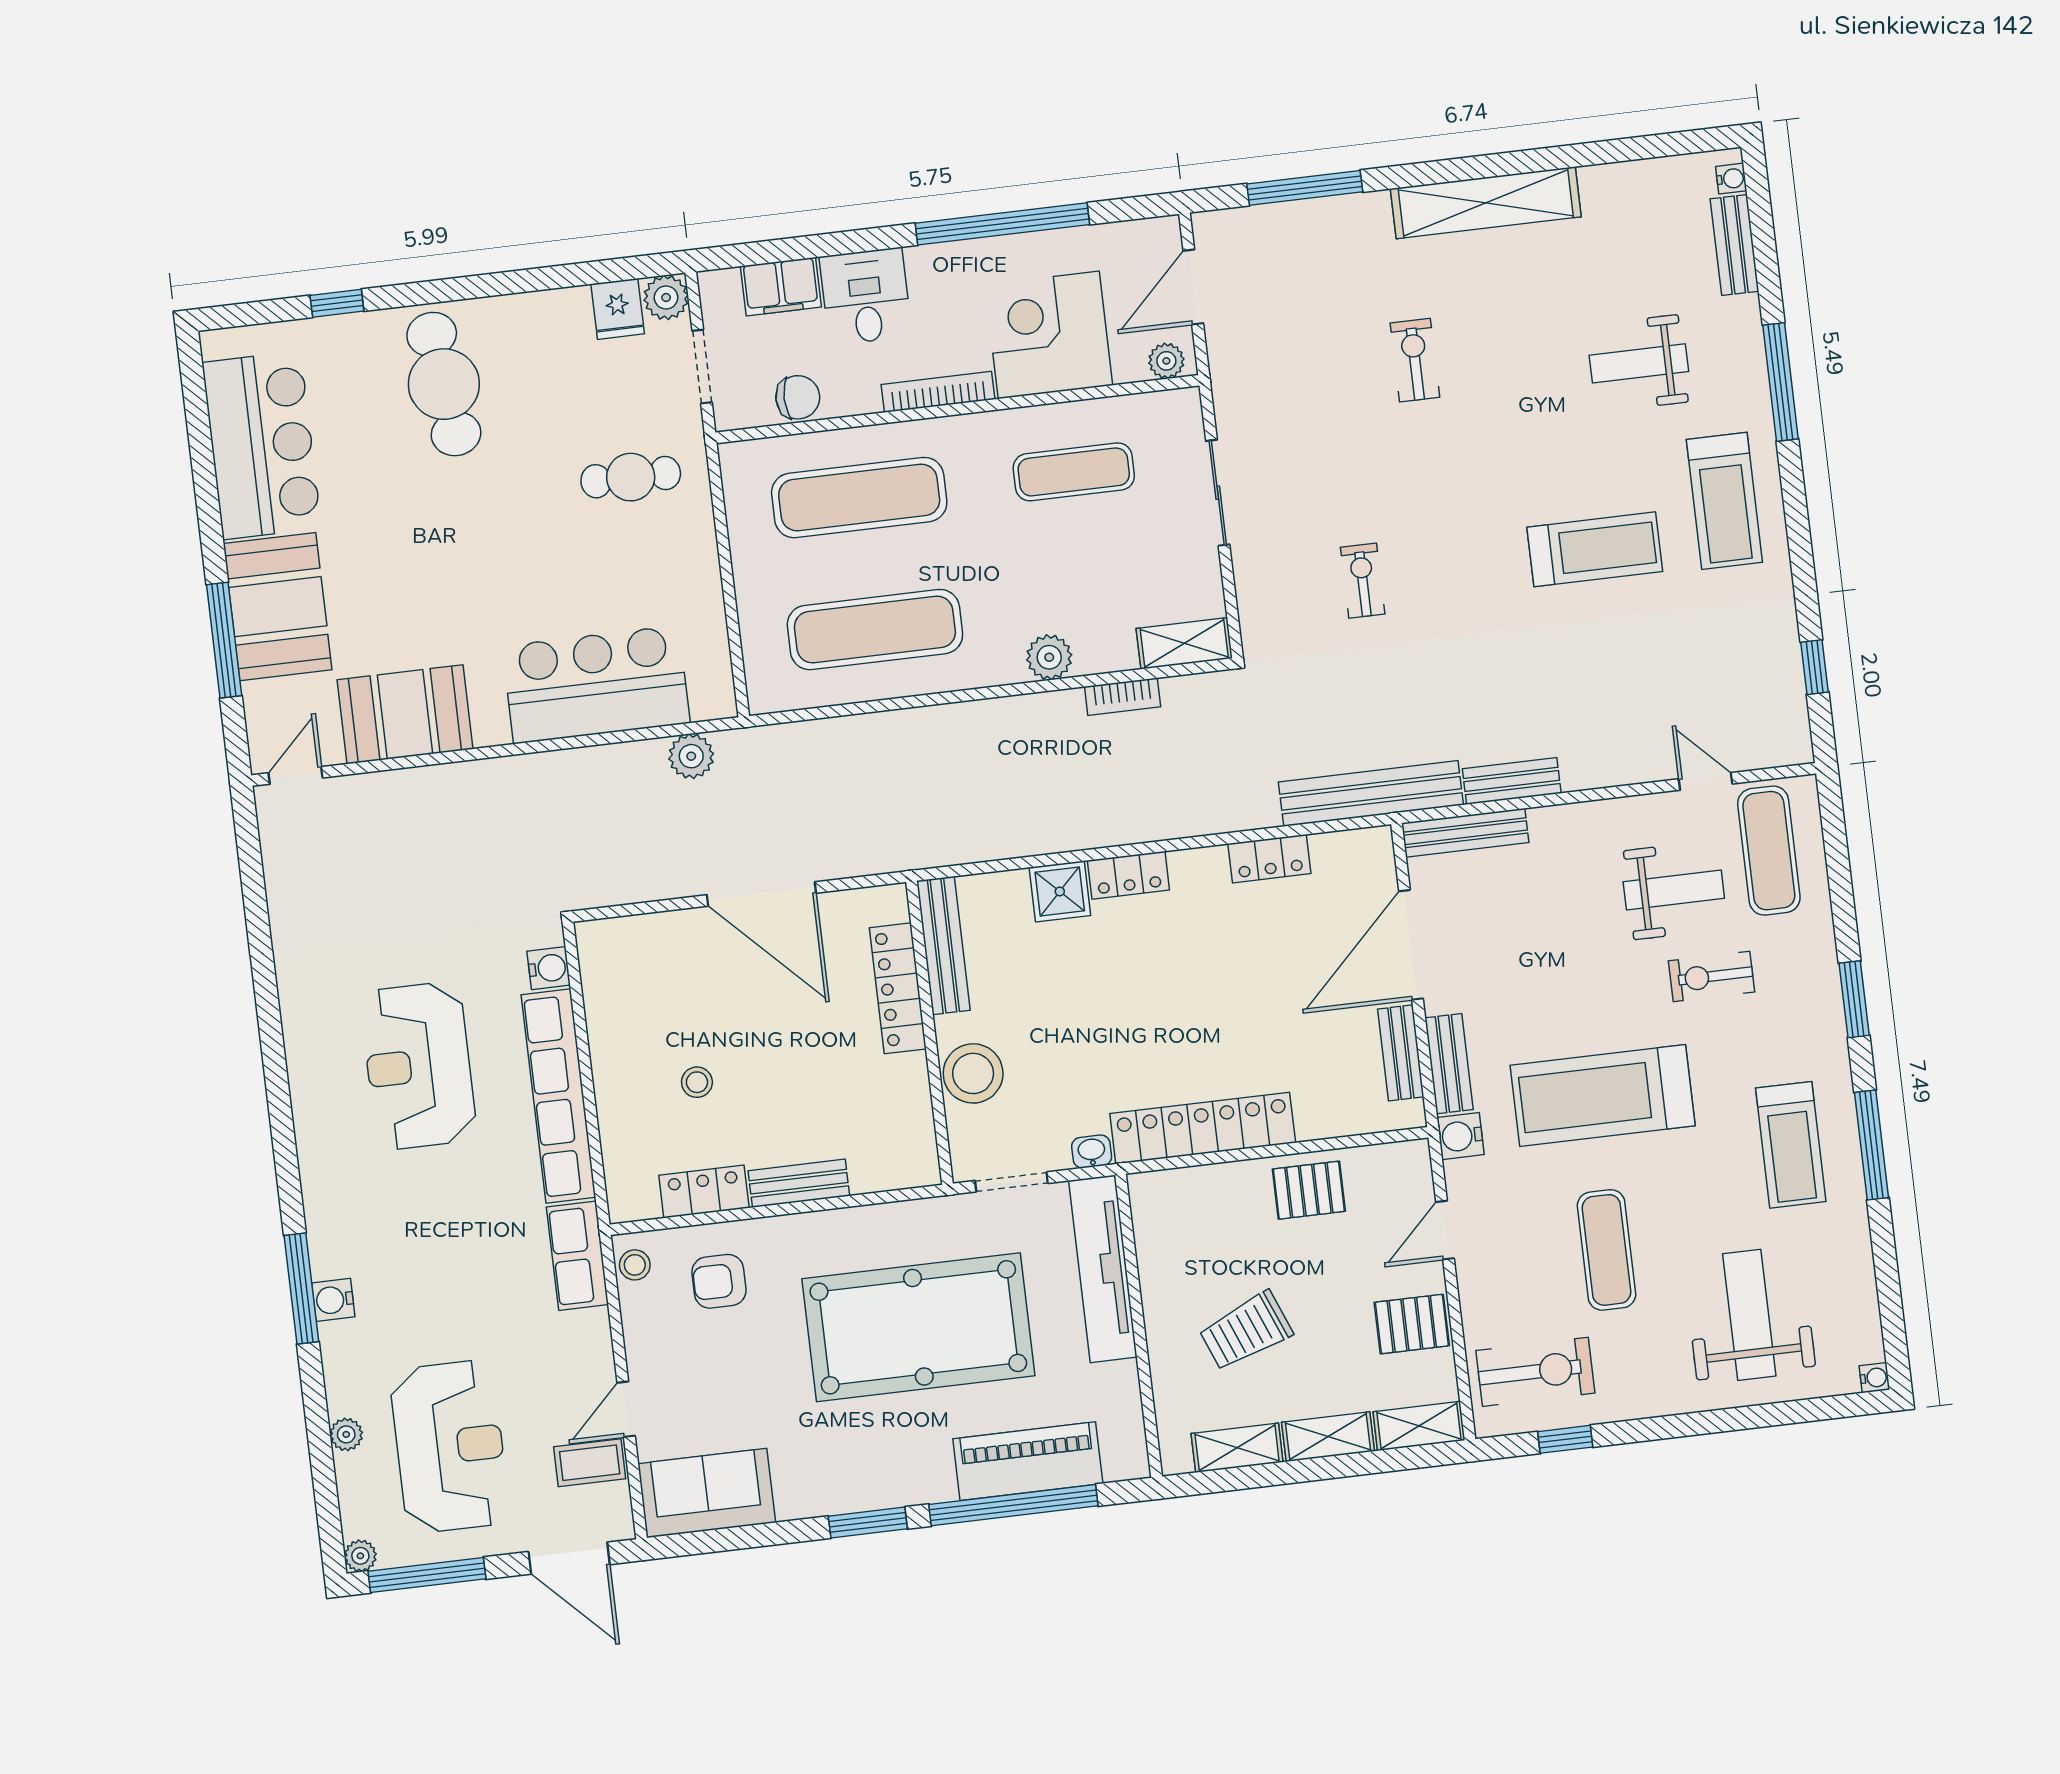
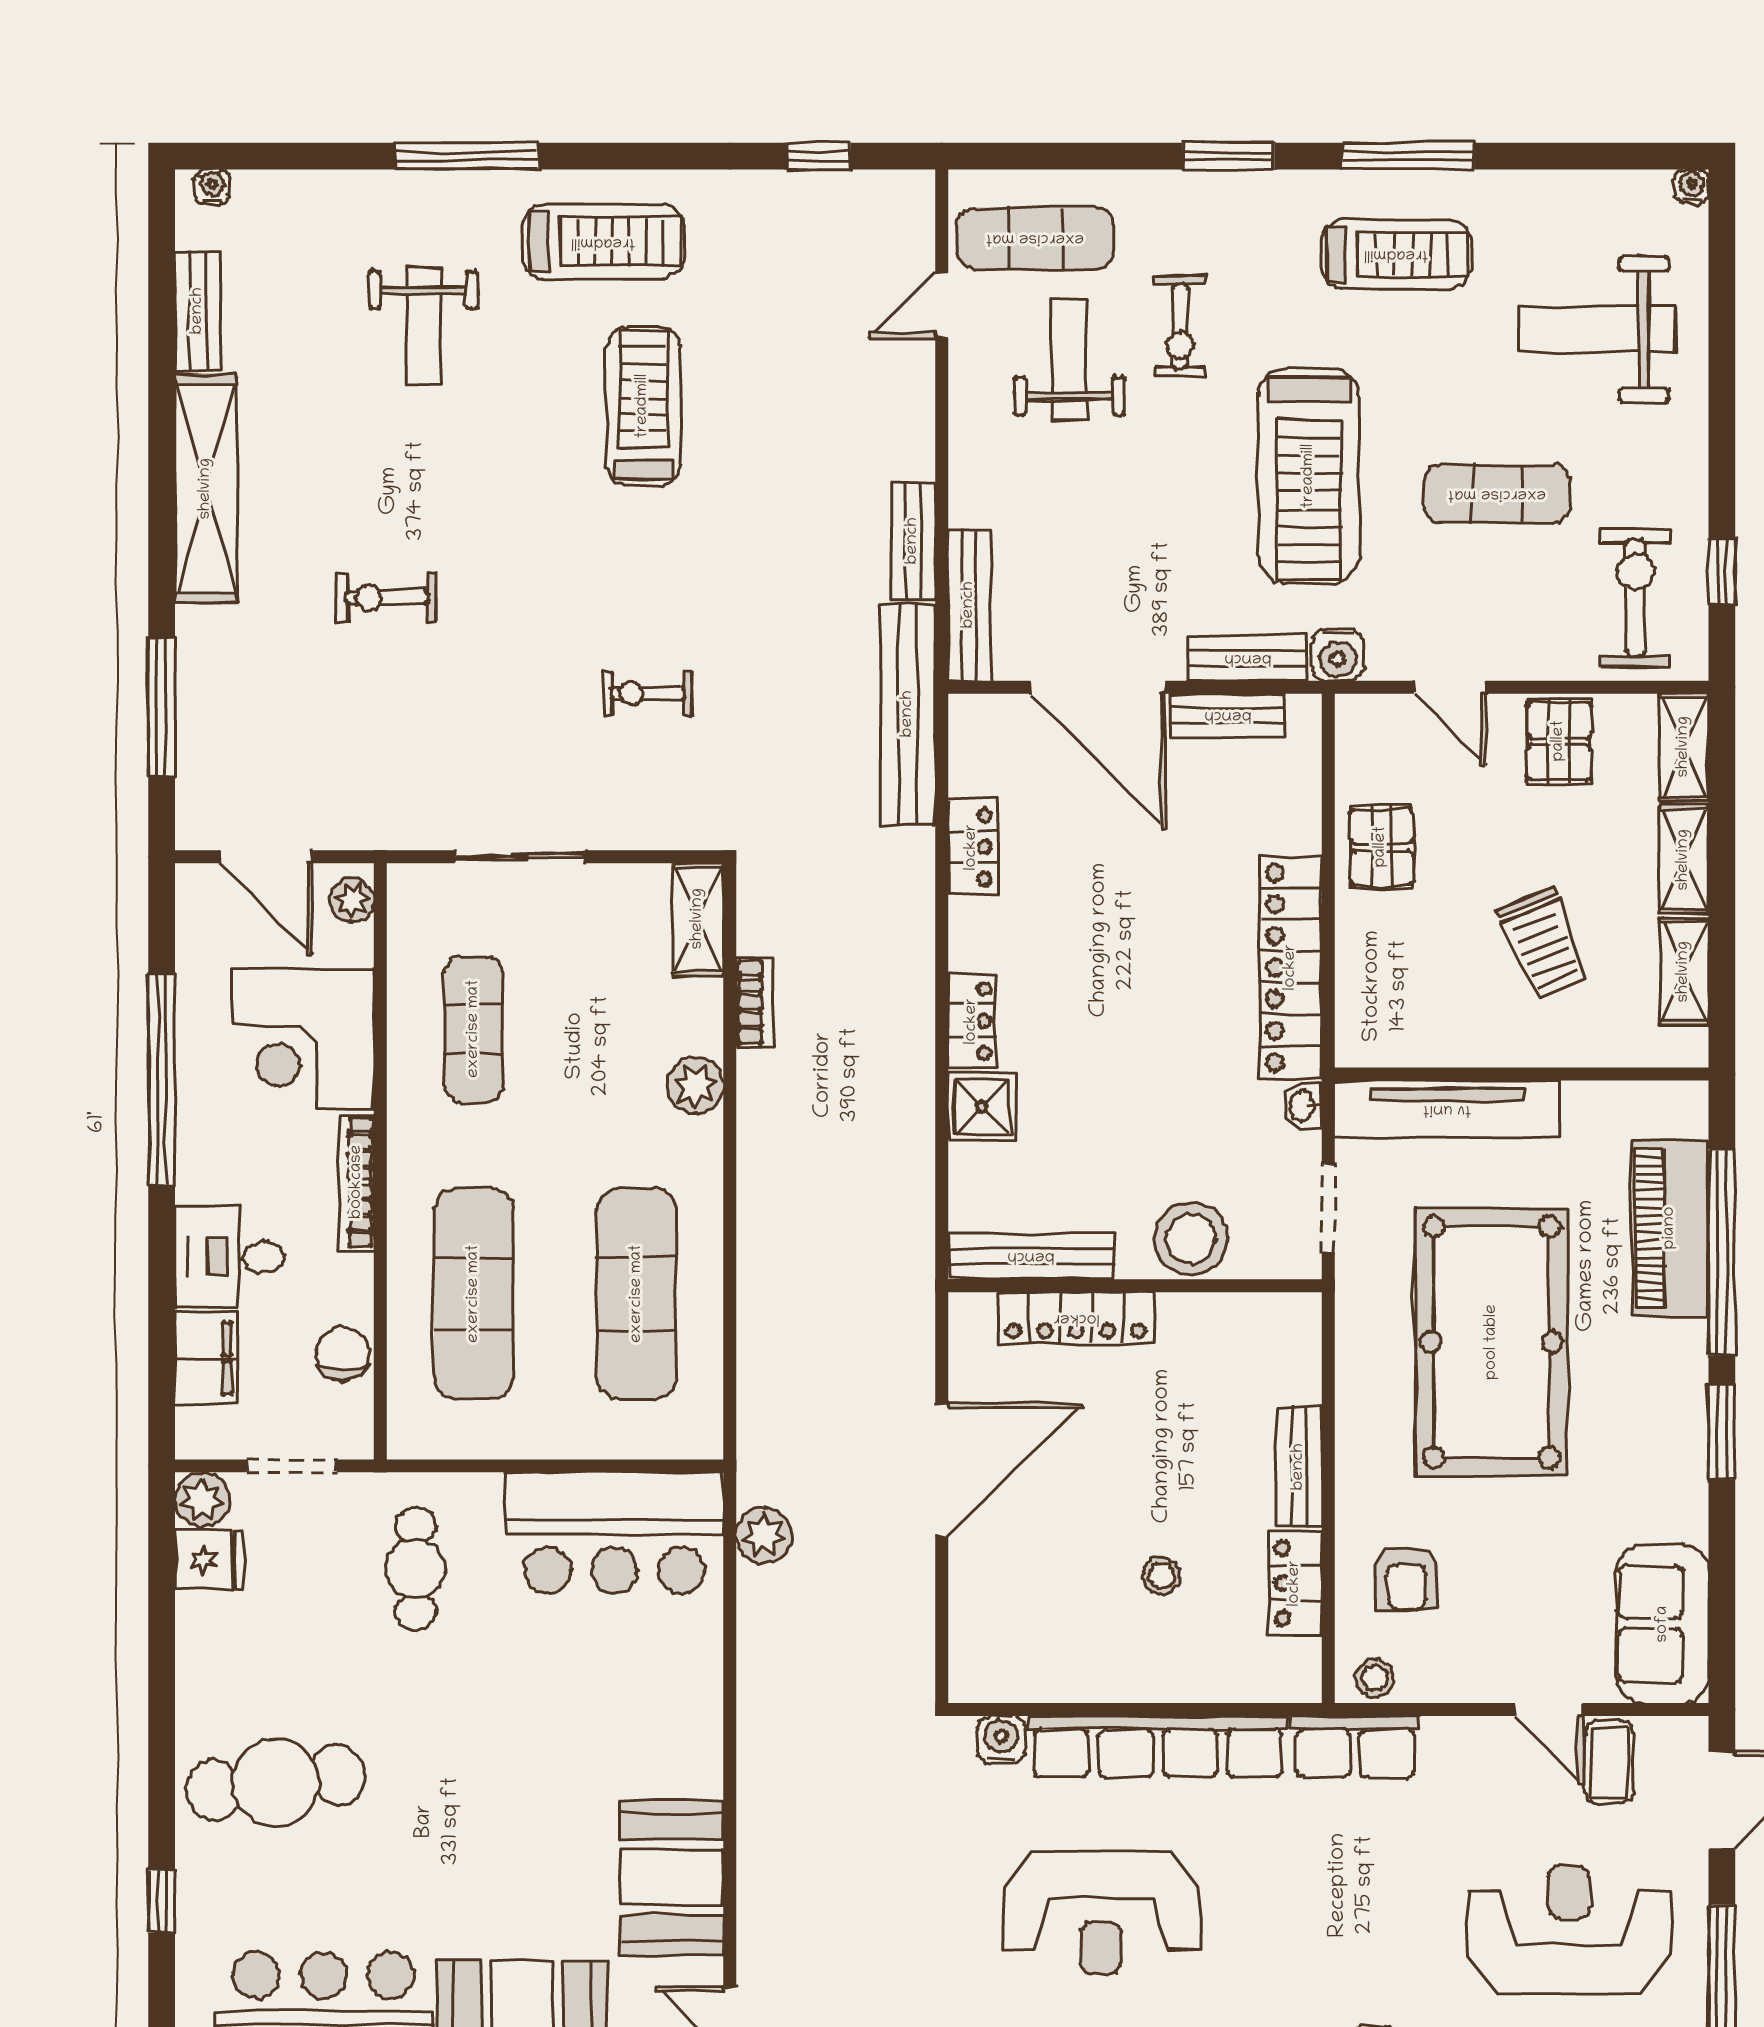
bench: (1735, 245) -> (198, 311), moved, turned 90
bar counter: (596, 685) -> (615, 1533), moved, turned -90

